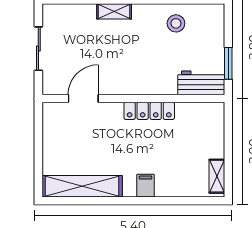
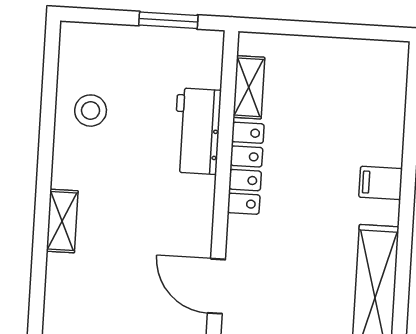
workbench: (201, 83) -> (197, 131), moved
shelving: (217, 176) -> (249, 87), moved, turned 90

